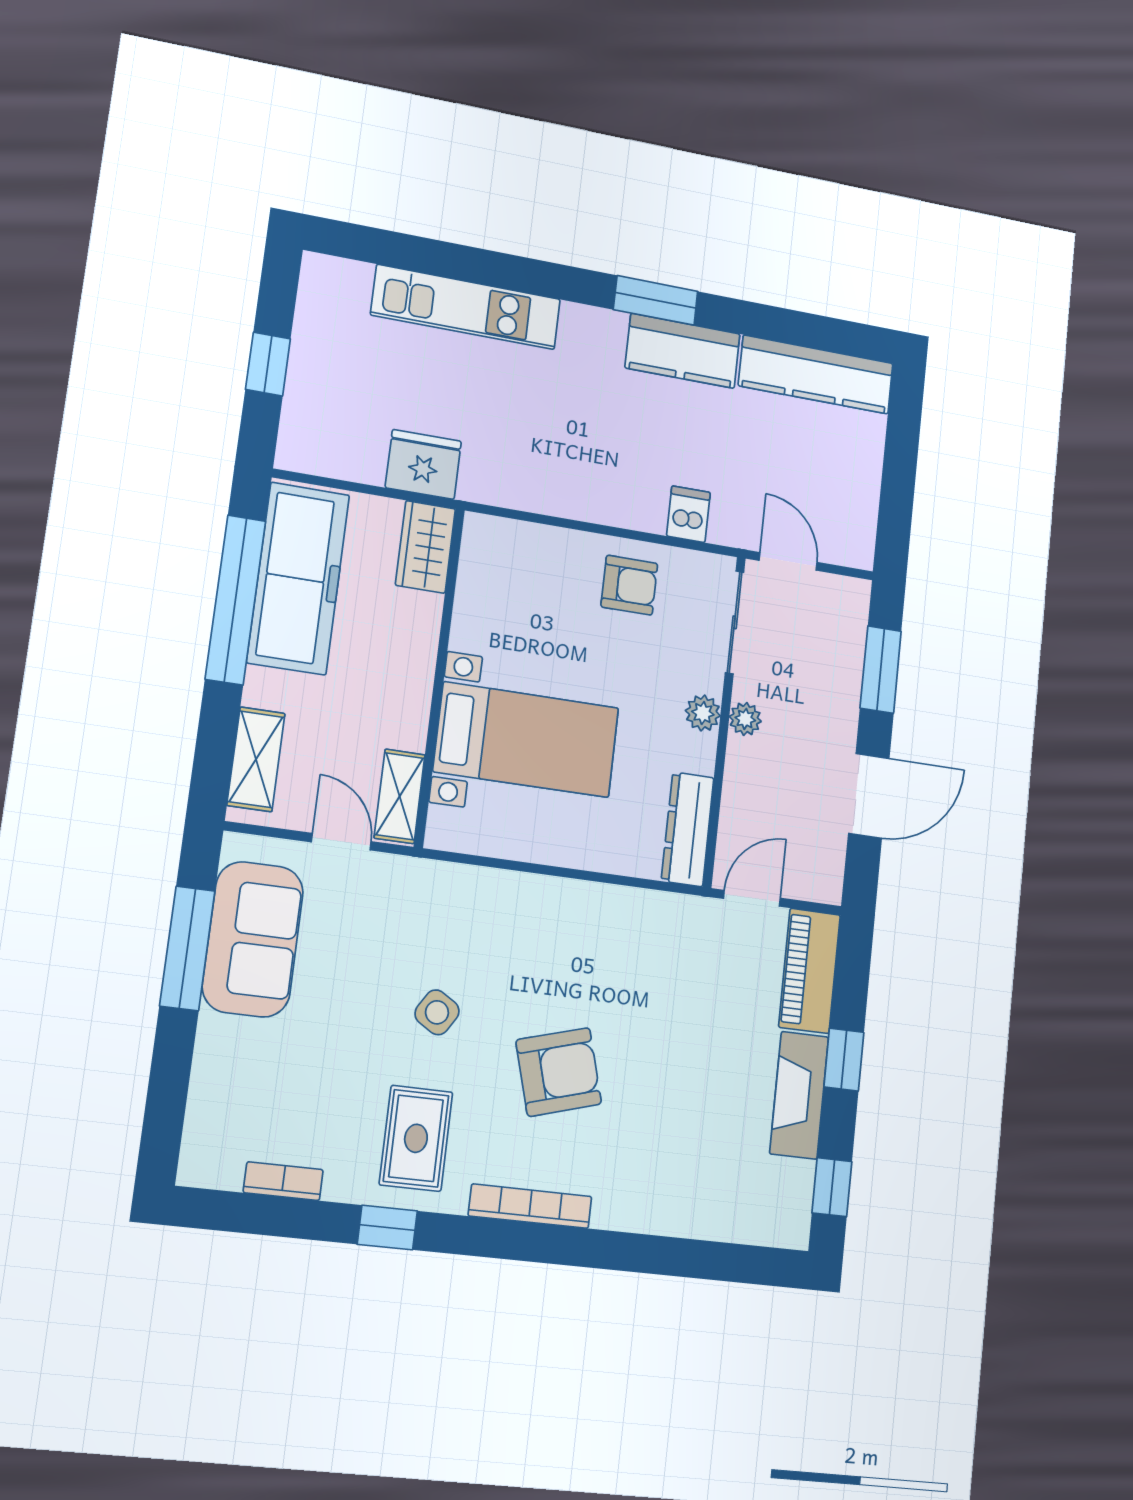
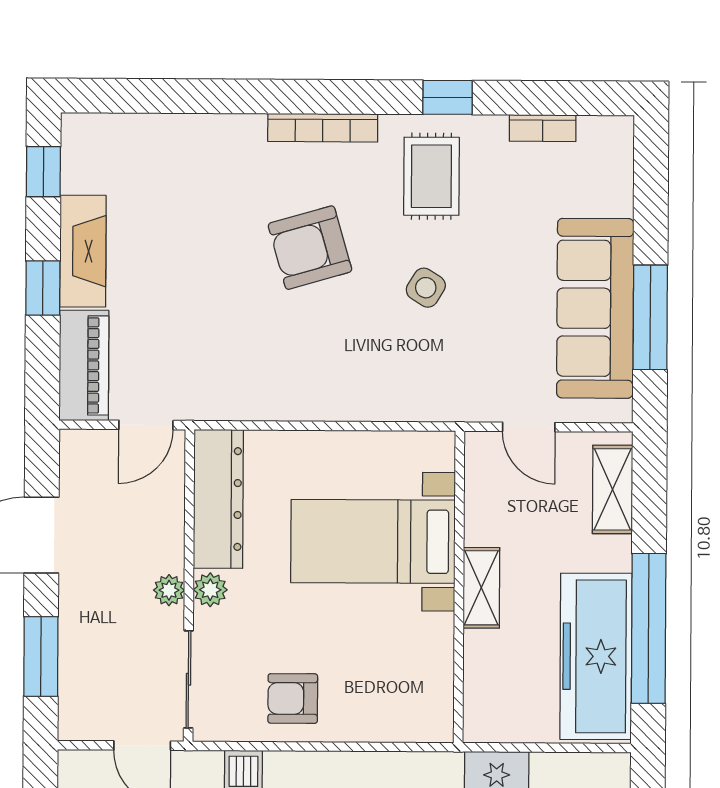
wardrobe: (425, 547) -> (486, 703), removed
shelving: (400, 796) -> (481, 588), moved
dresser: (688, 829) -> (218, 499), width x1.37, depth x1.24
sofa: (253, 939) -> (595, 308), width x1.36

